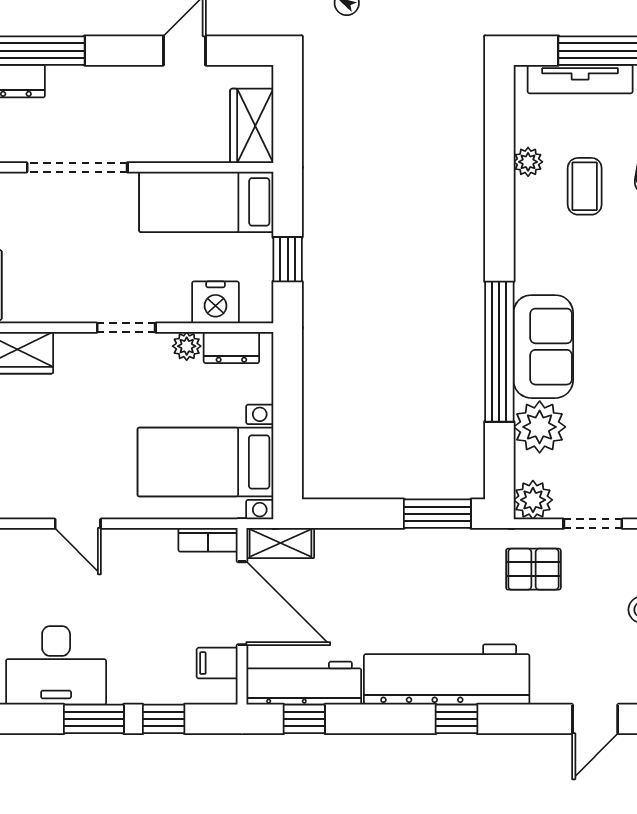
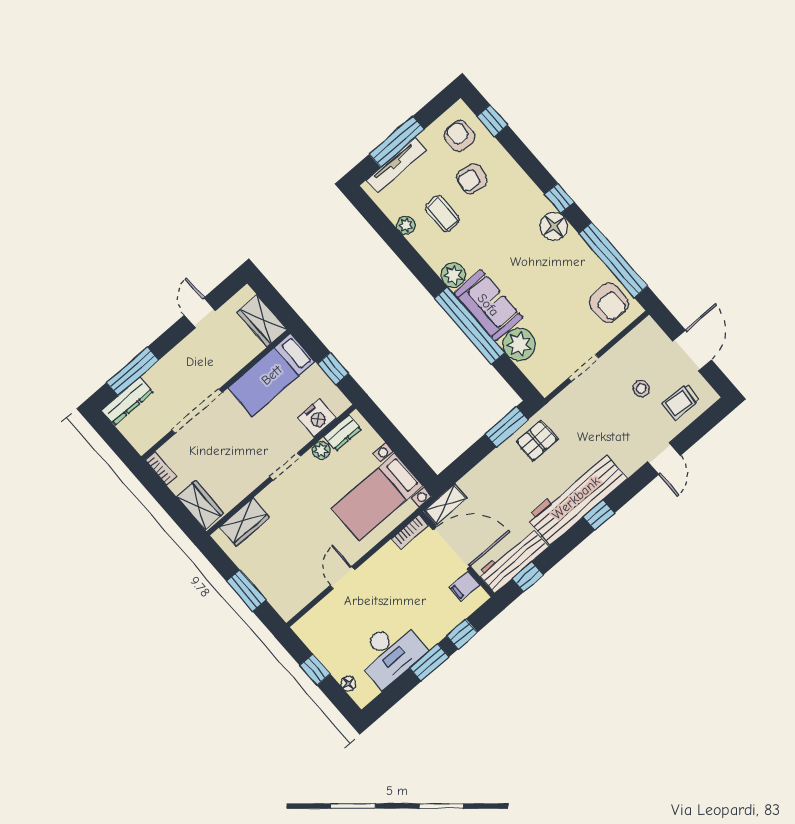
plant: (533, 500) -> (453, 275), moved
door: (78, 524) -> (342, 578), swing flipped
pallet: (533, 569) -> (537, 441), moved

